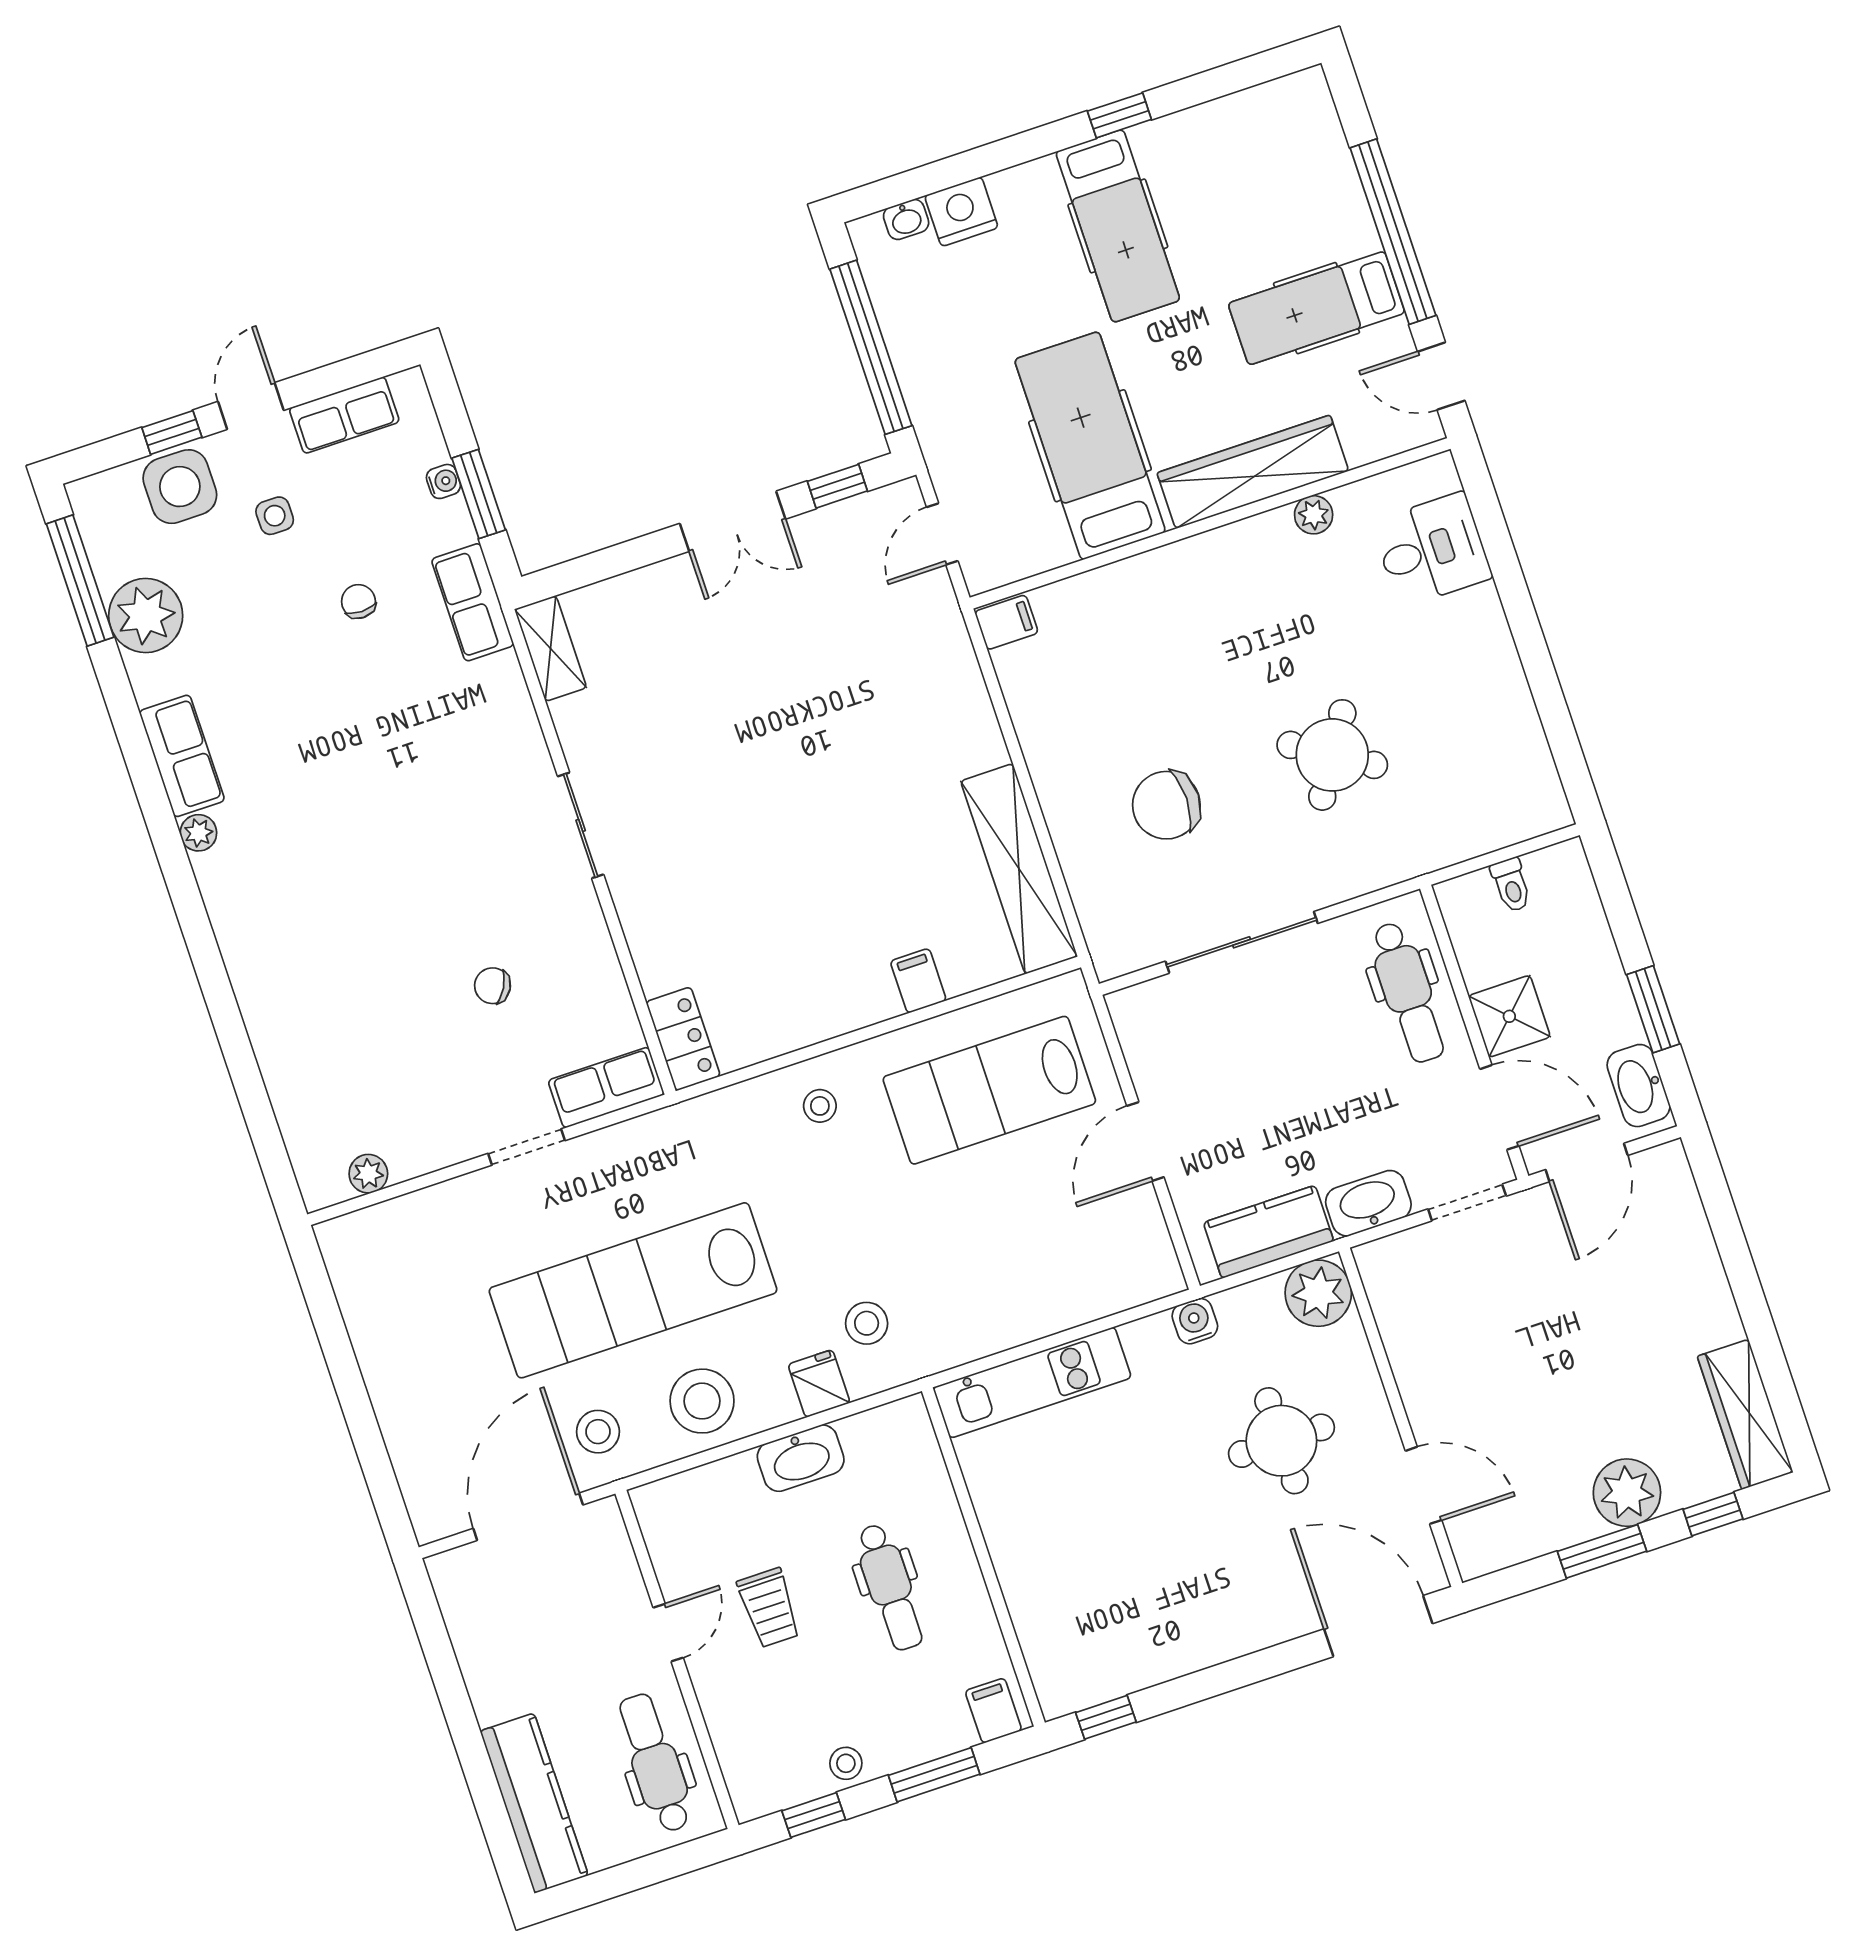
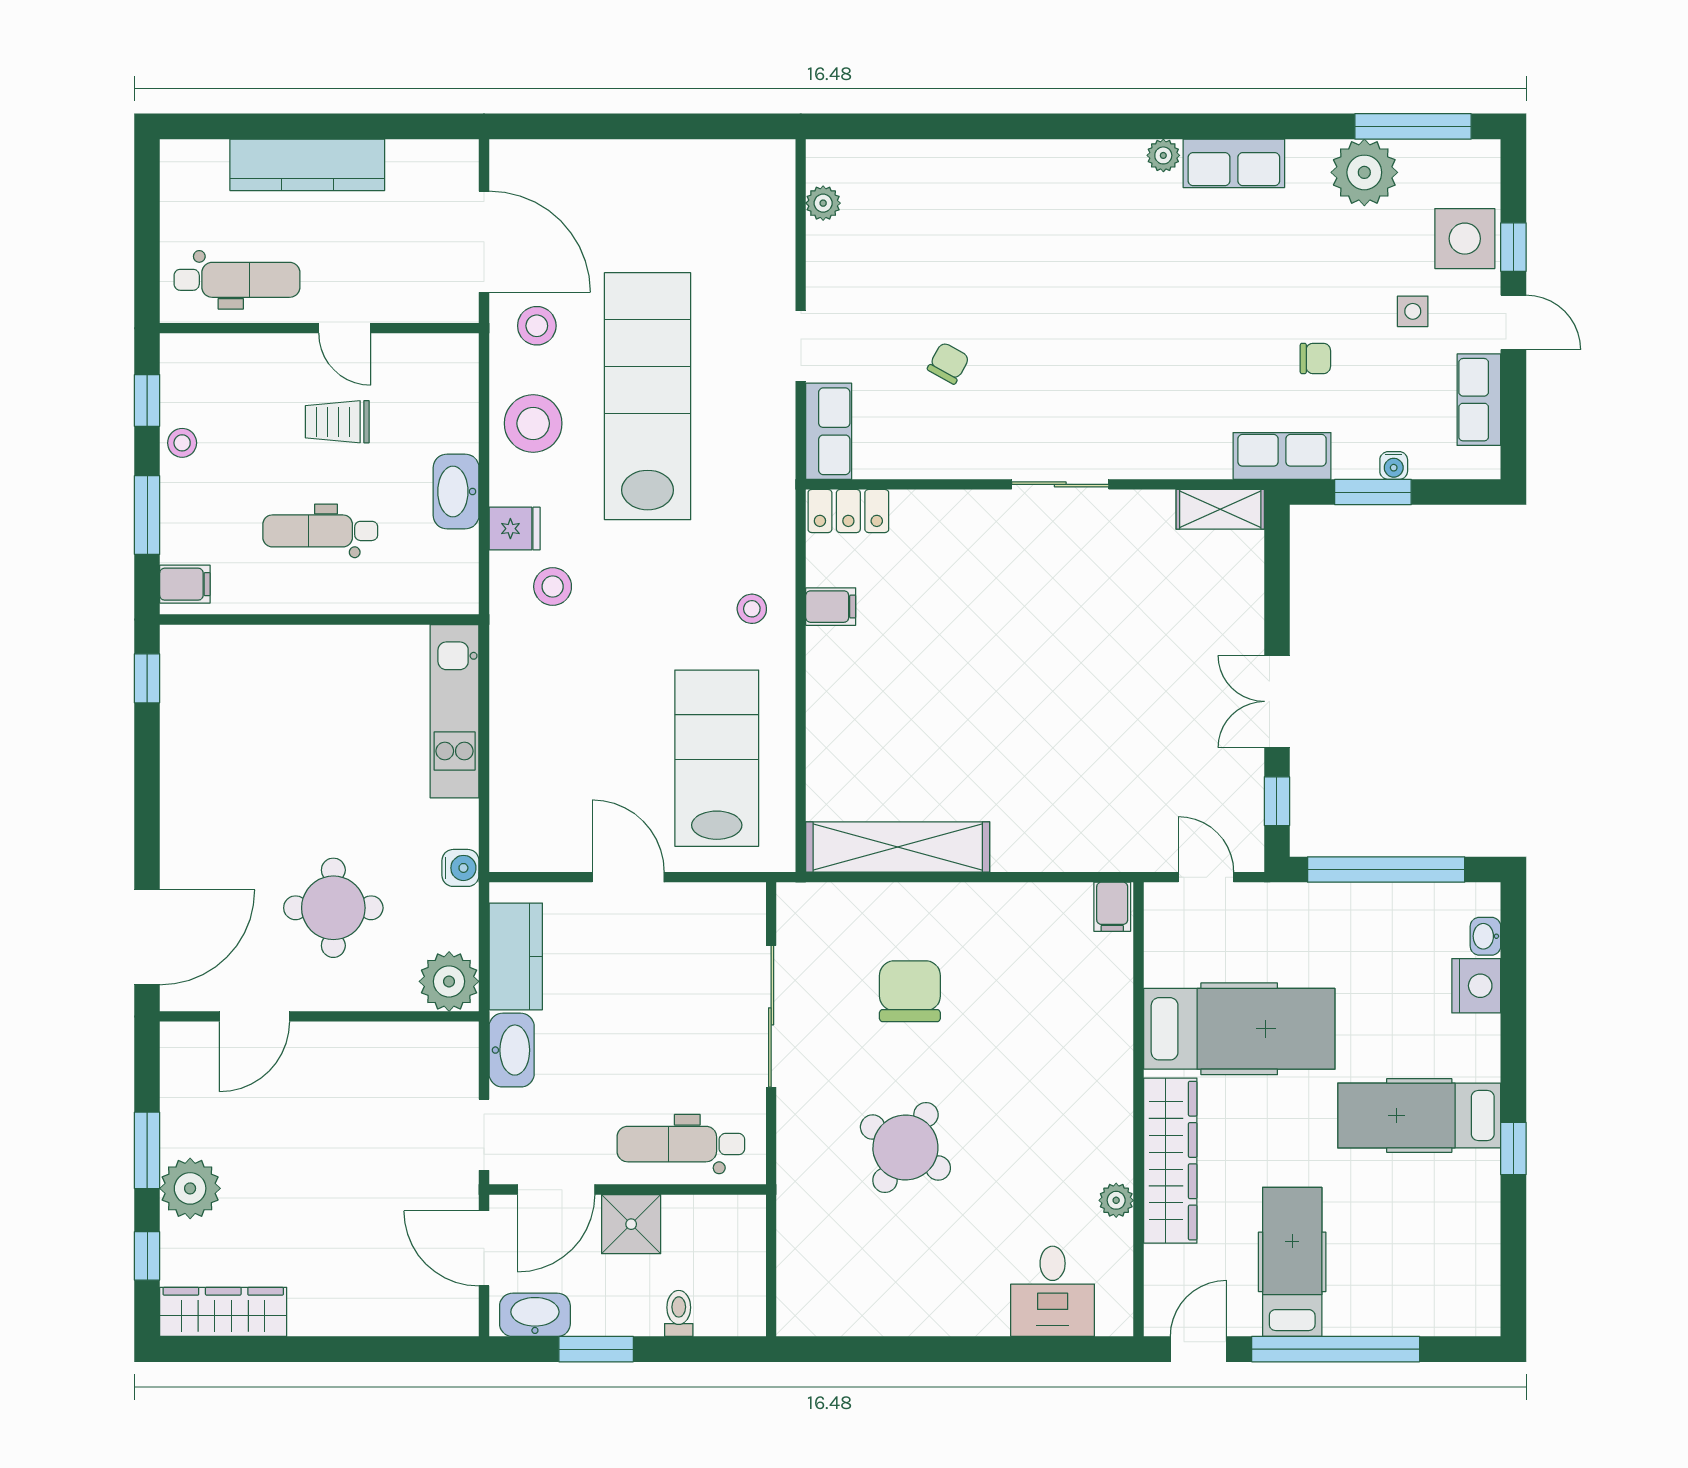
toilet: (1511, 885) -> (679, 1313), moved, turned 90
filing cabinet: (918, 981) -> (831, 607), moved
kitchen counter: (534, 1803) -> (307, 165), moved

